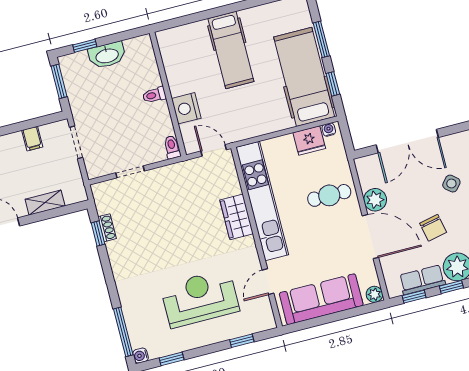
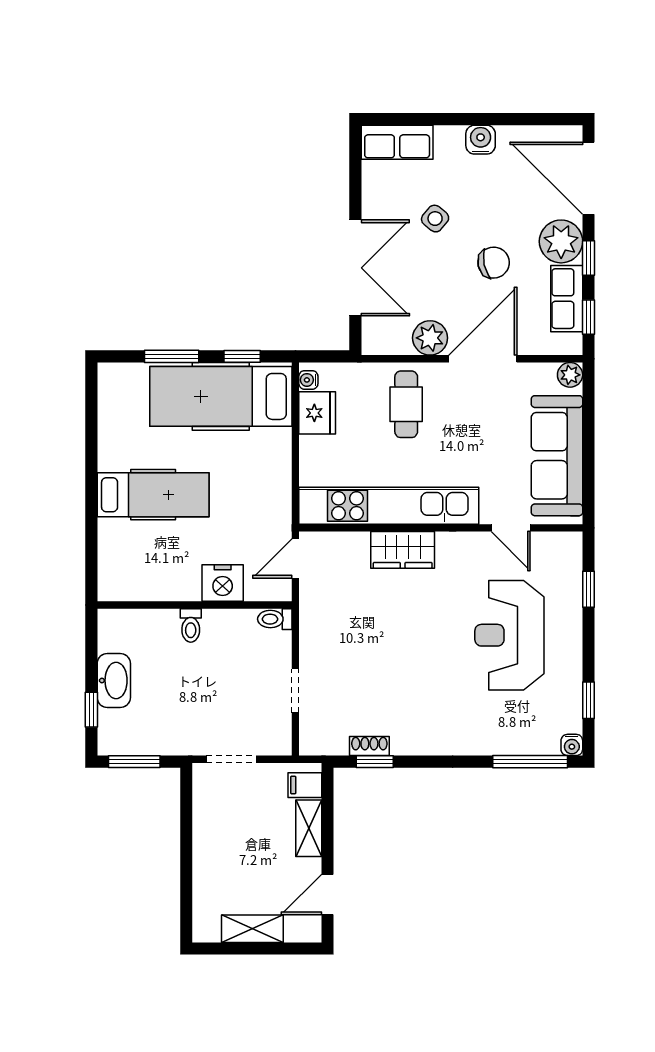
filing cabinet: (32, 139) -> (305, 785), moved, turned 180

